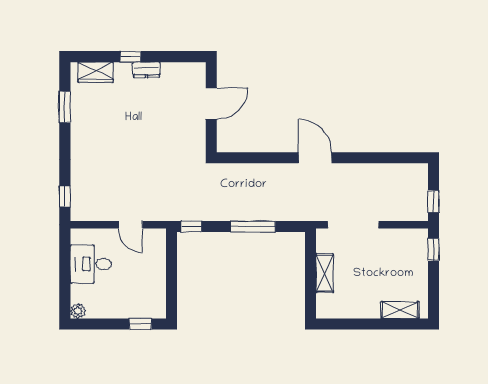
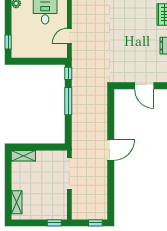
window: (433, 201) -> (95, 223), moved
window: (253, 226) -> (68, 101), moved
shelving: (325, 273) -> (23, 156), moved

